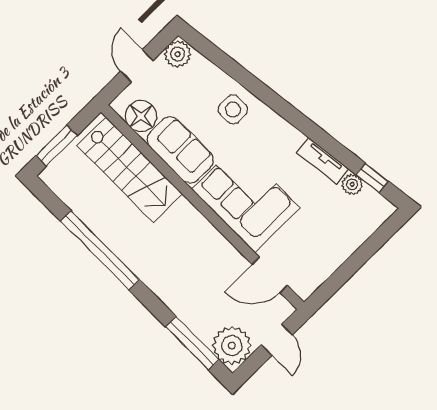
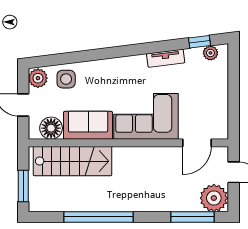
side table: (233, 109) -> (66, 79), moved
plant: (352, 184) -> (210, 53), moved

